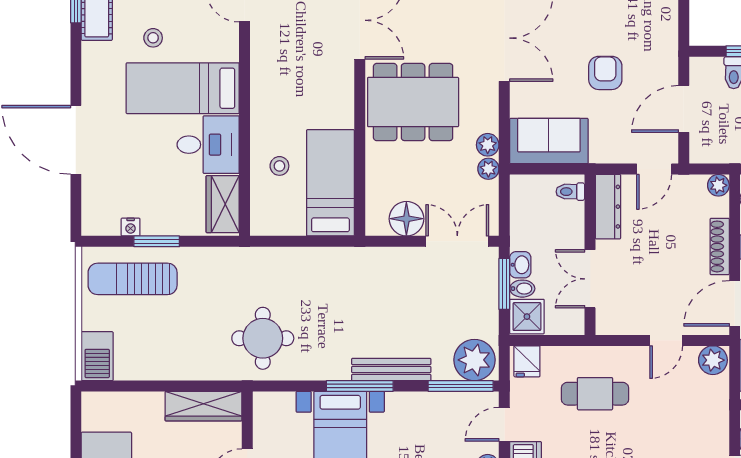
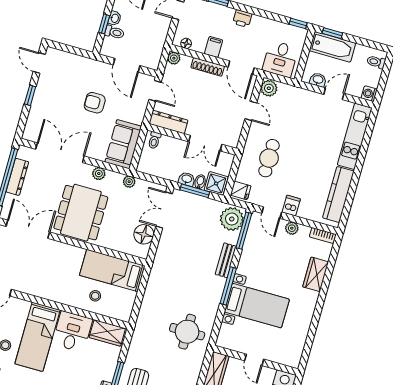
plant: (488, 145) -> (99, 174), moved
bench: (391, 369) -> (226, 260), width x0.73

